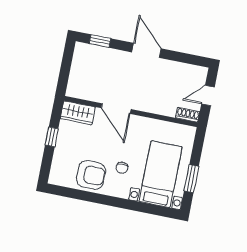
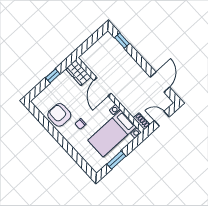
door: (146, 50) -> (160, 82), moved
bed with nightstands: (161, 174) -> (112, 133), moved, turned 180
armchair: (91, 175) -> (59, 115), turned 180

